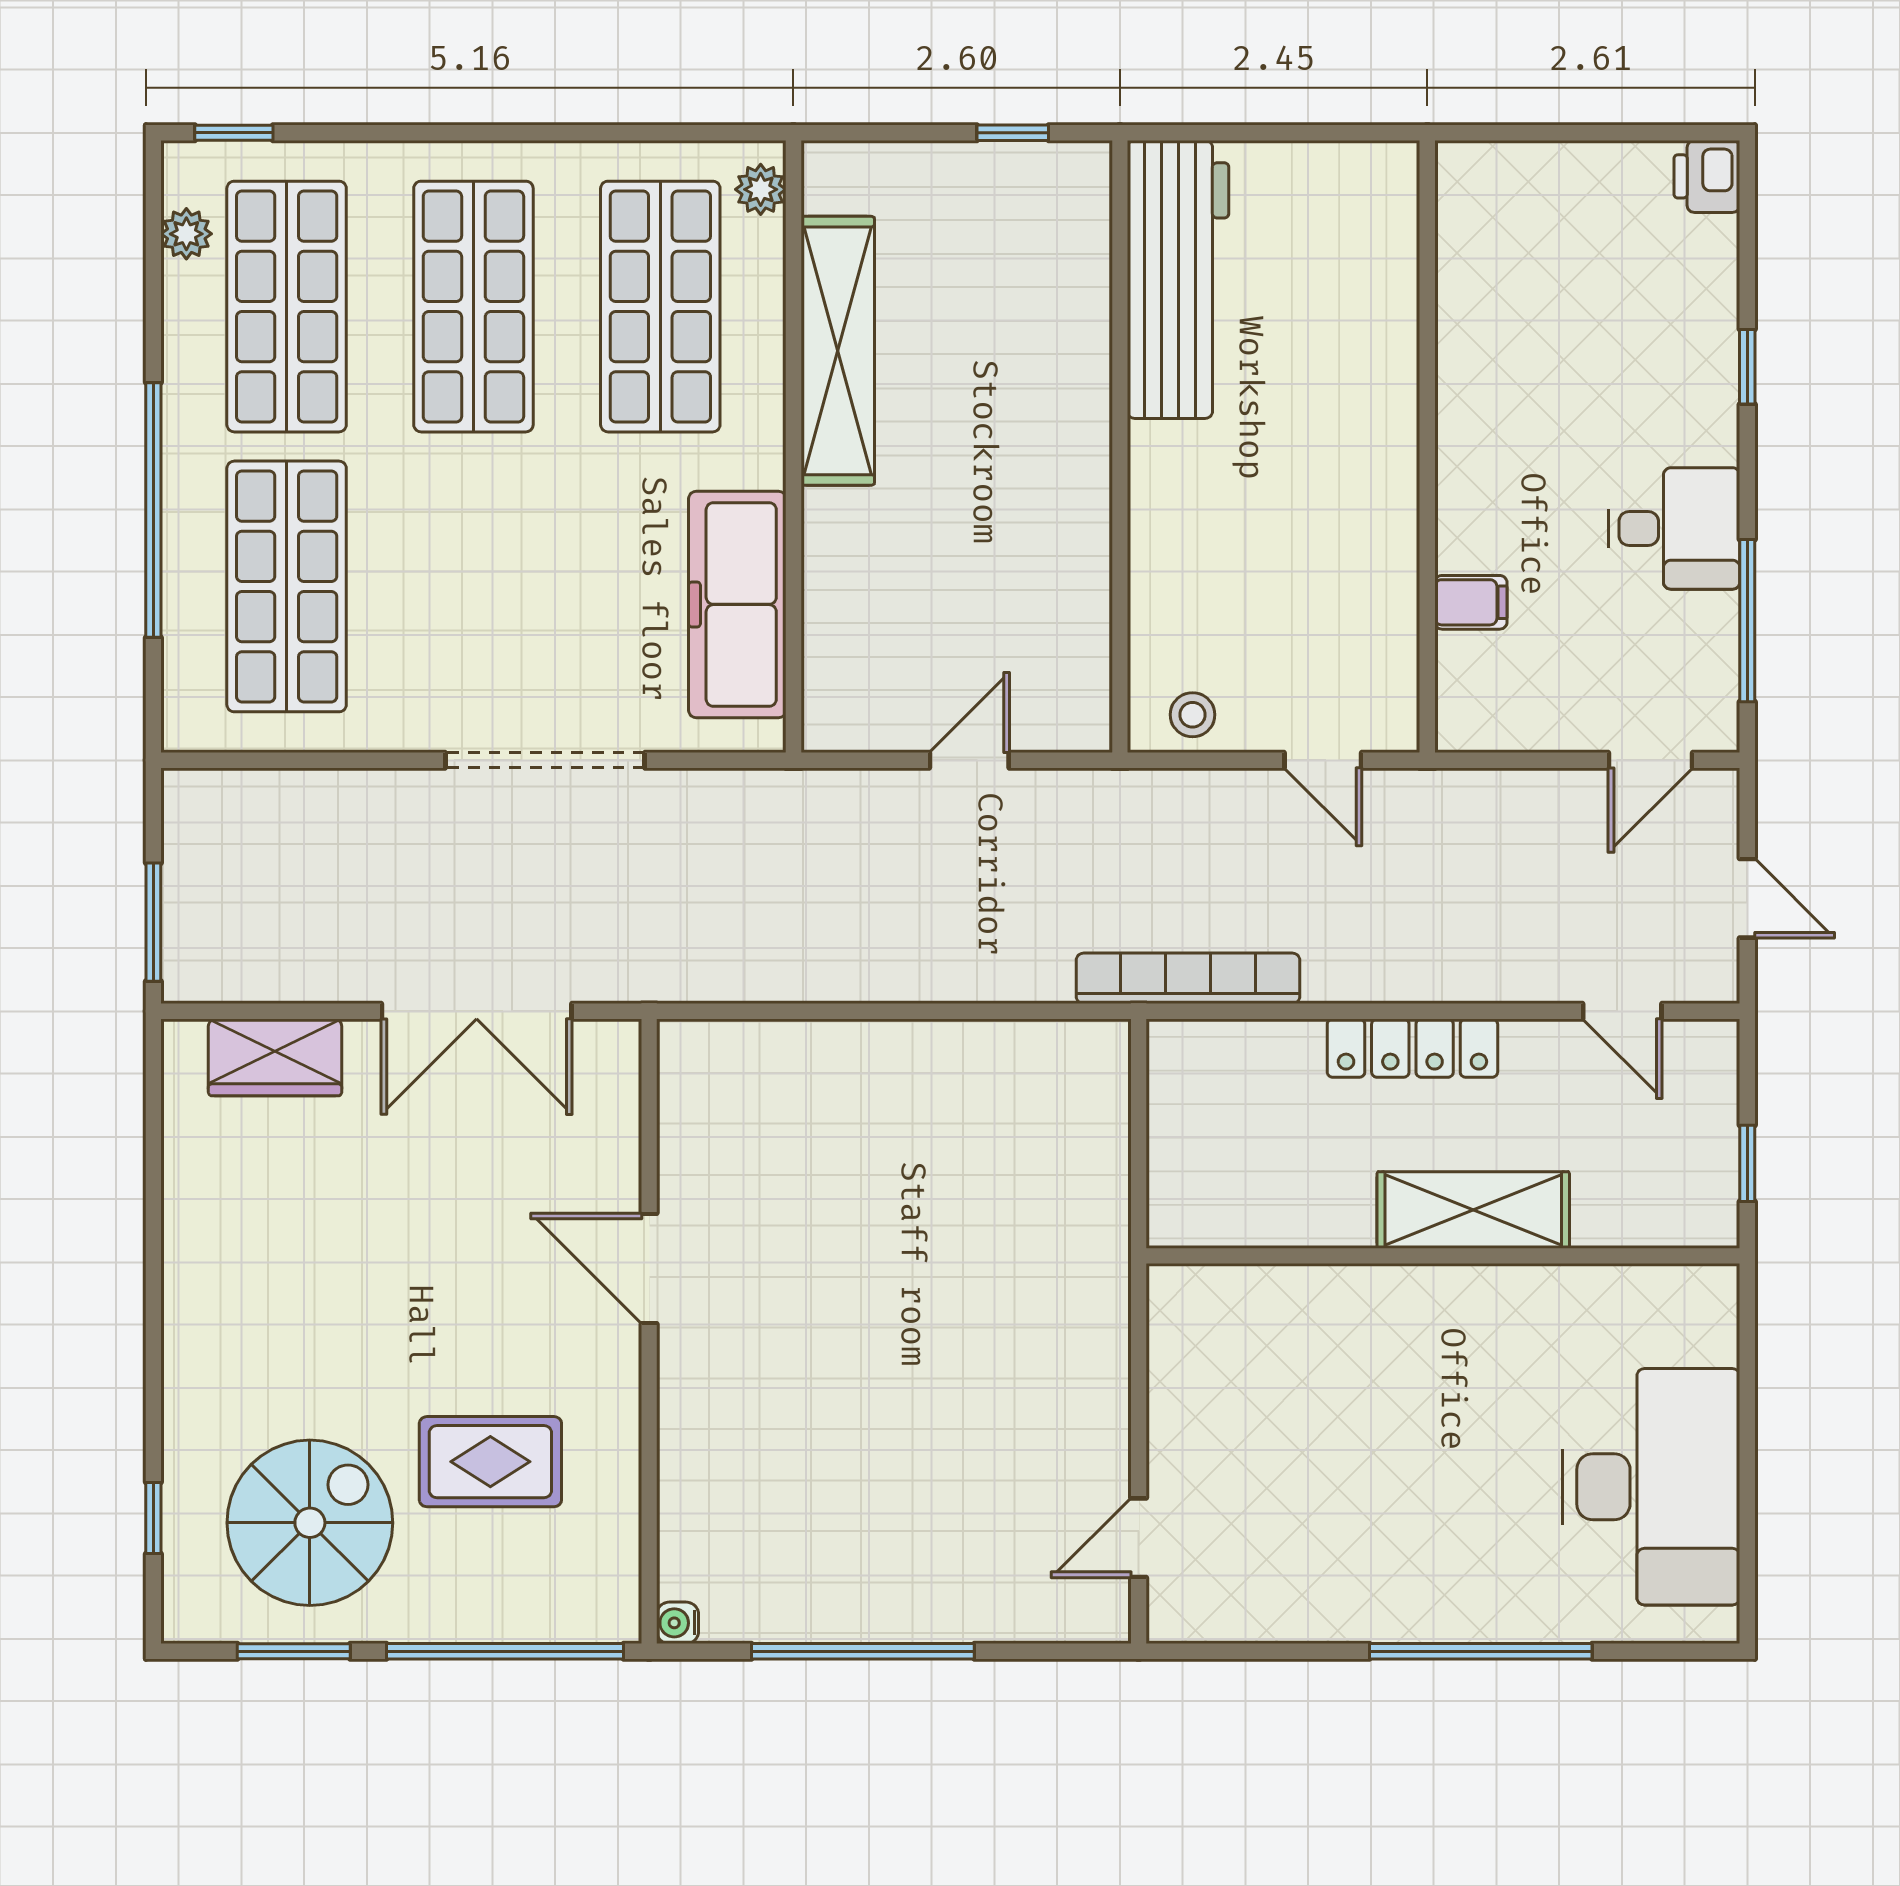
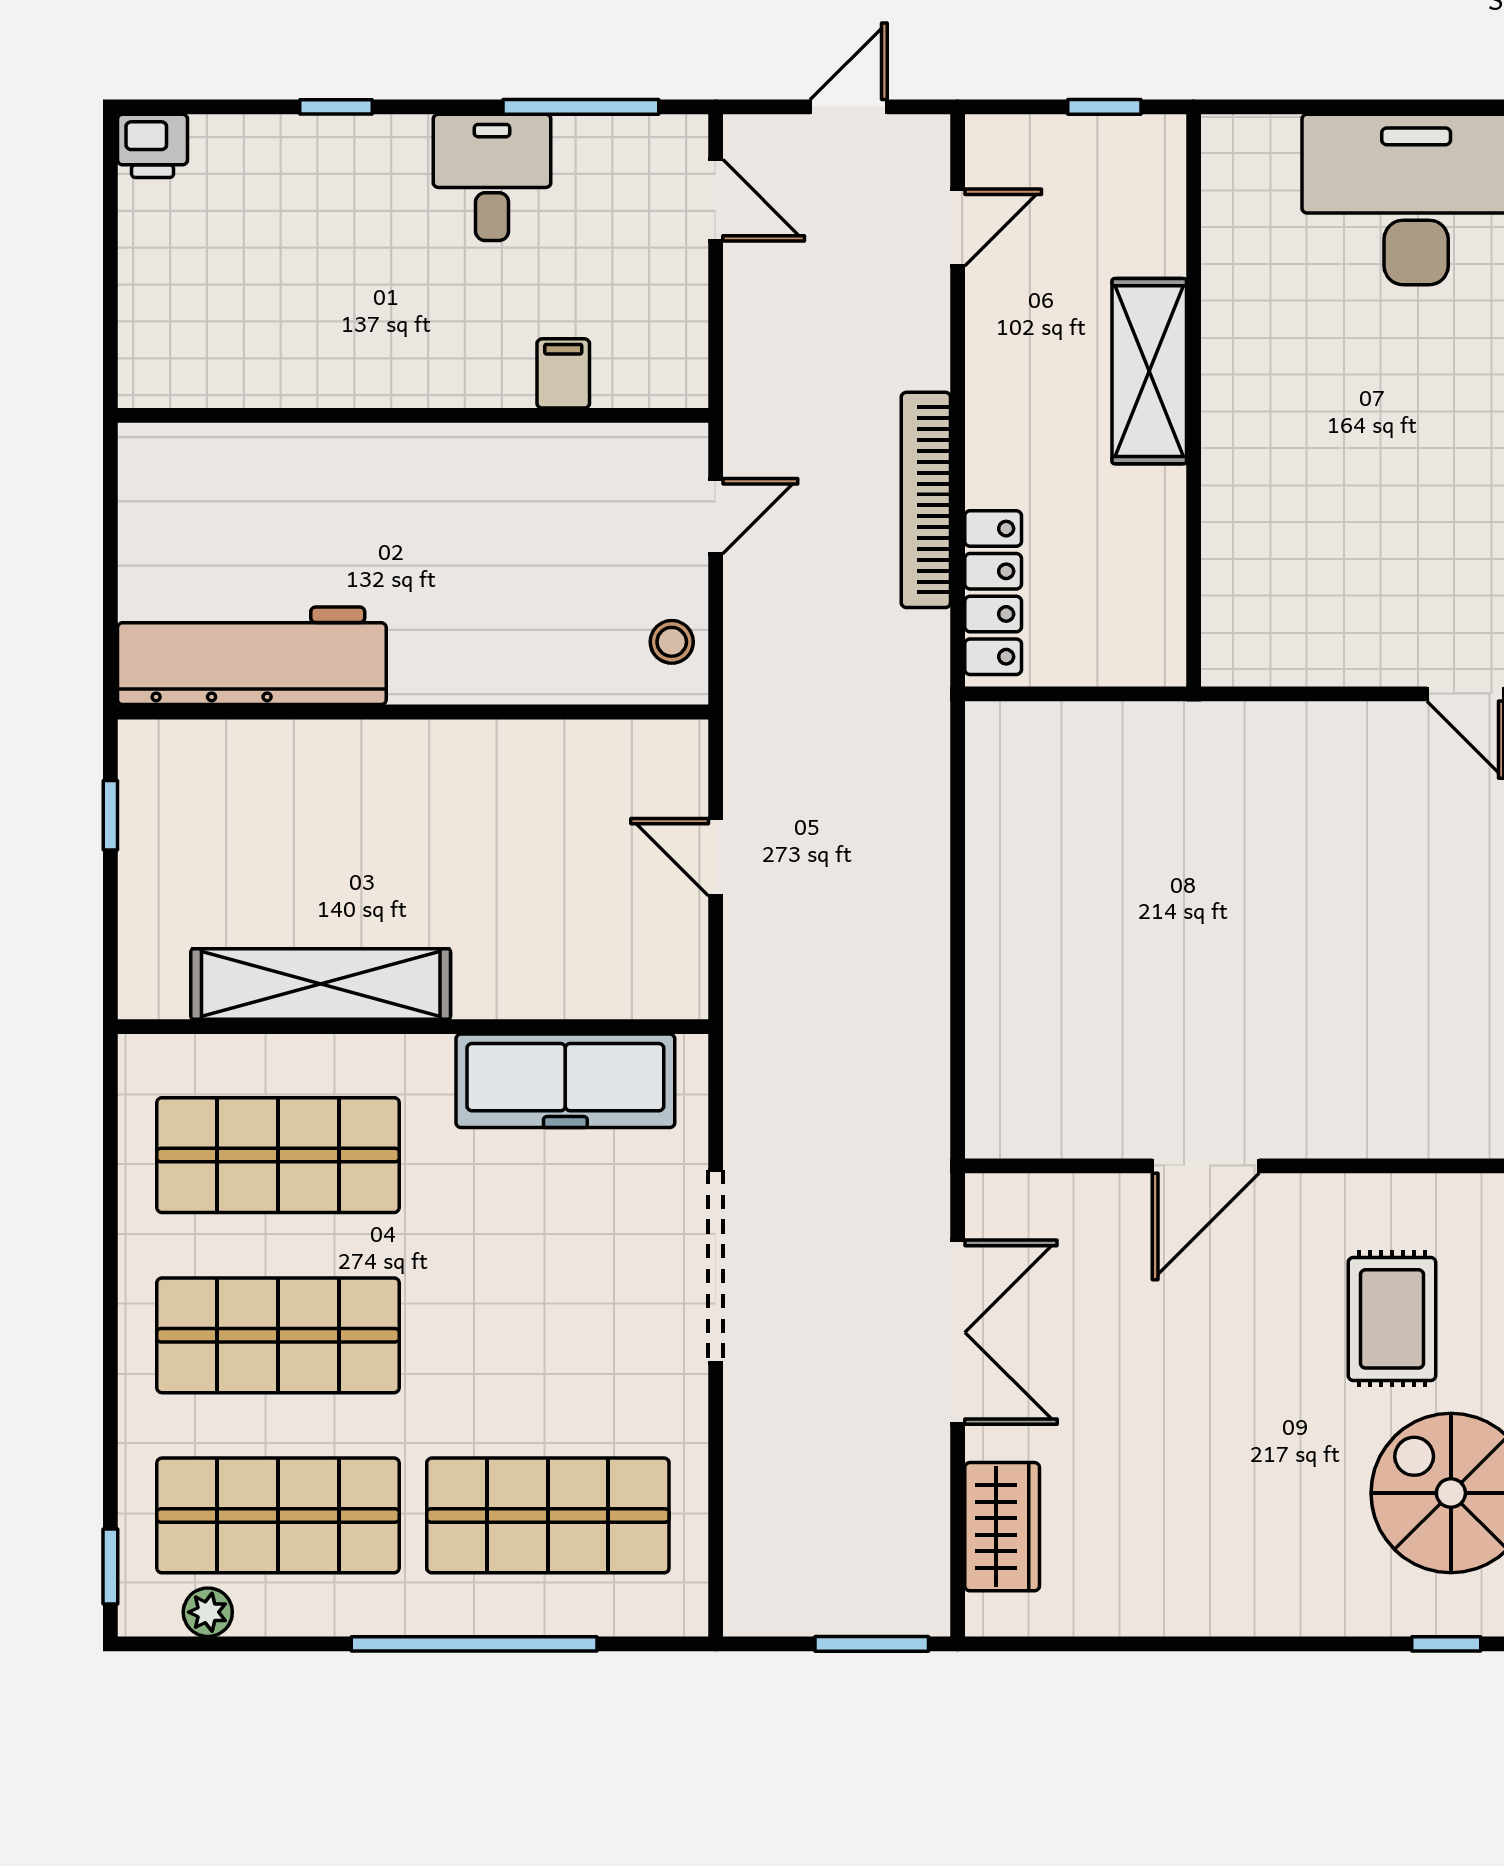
plant: (761, 189) -> (165, 1058), removed
bookcase: (1188, 978) -> (926, 500), moved
locker: (1412, 1048) -> (993, 593), moved

